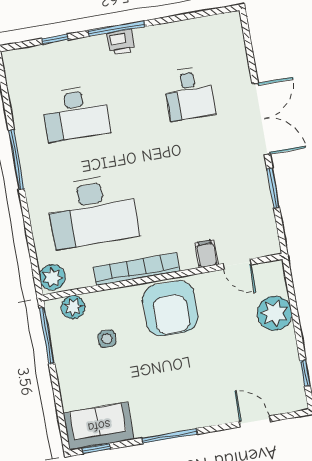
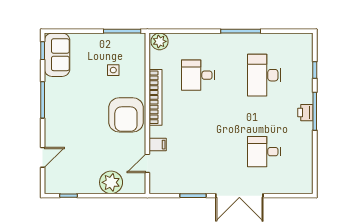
desk: (93, 211) -> (198, 75), width x0.53, depth x0.77
plant: (73, 307) -> (138, 52), removed
armchair: (170, 308) -> (126, 115), turned -90

